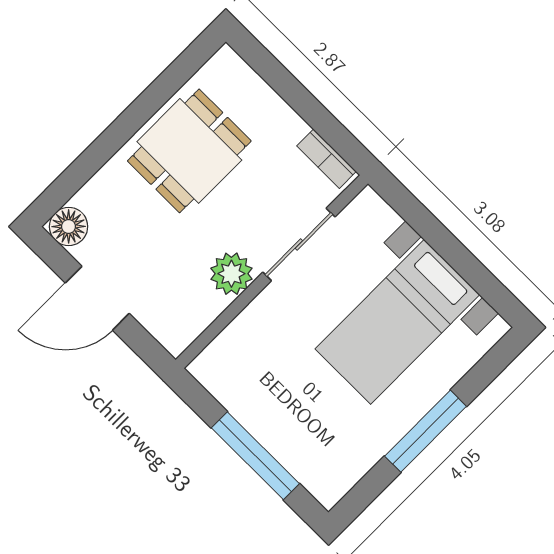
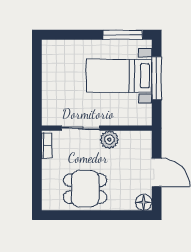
bed with nightstands: (397, 322) -> (119, 76), moved, turned 180
window: (426, 431) -> (123, 35), moved

